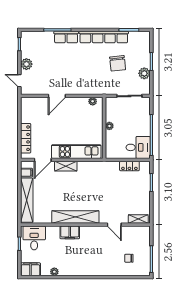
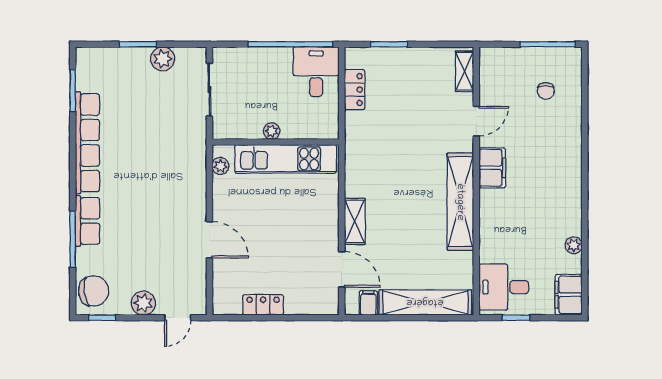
chair: (118, 63) -> (94, 291), moved
locker: (26, 138) -> (263, 305), moved, width x0.66
kitchen unit: (76, 152) -> (286, 159), moved, turned -90
filing cabinet: (70, 232) -> (492, 168), moved

